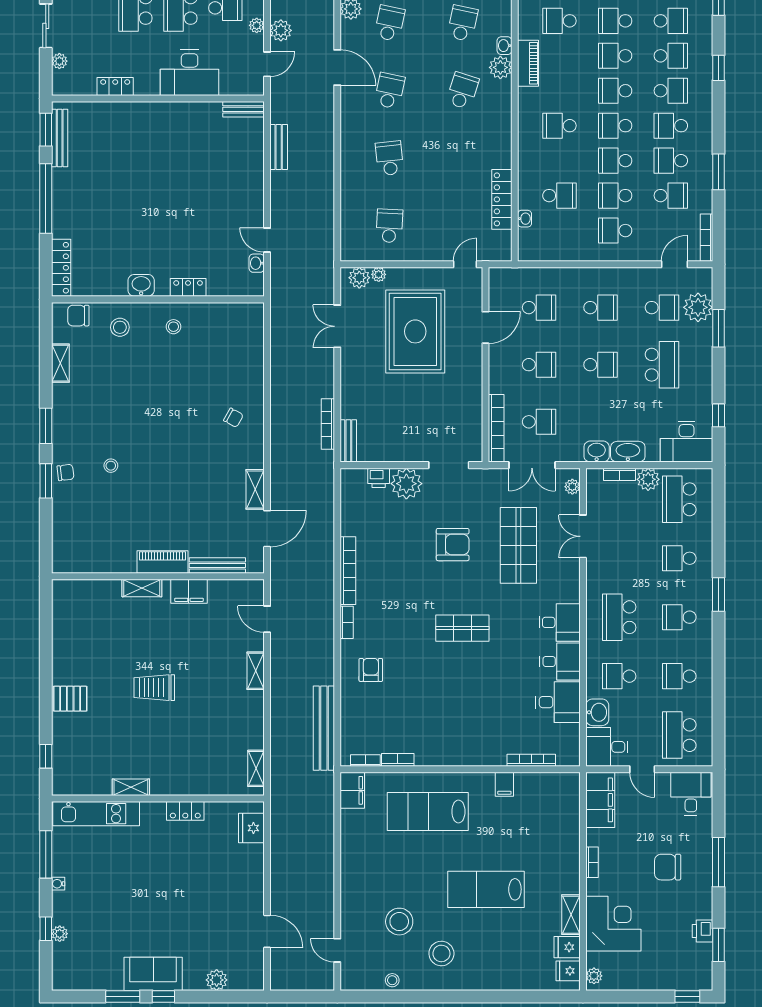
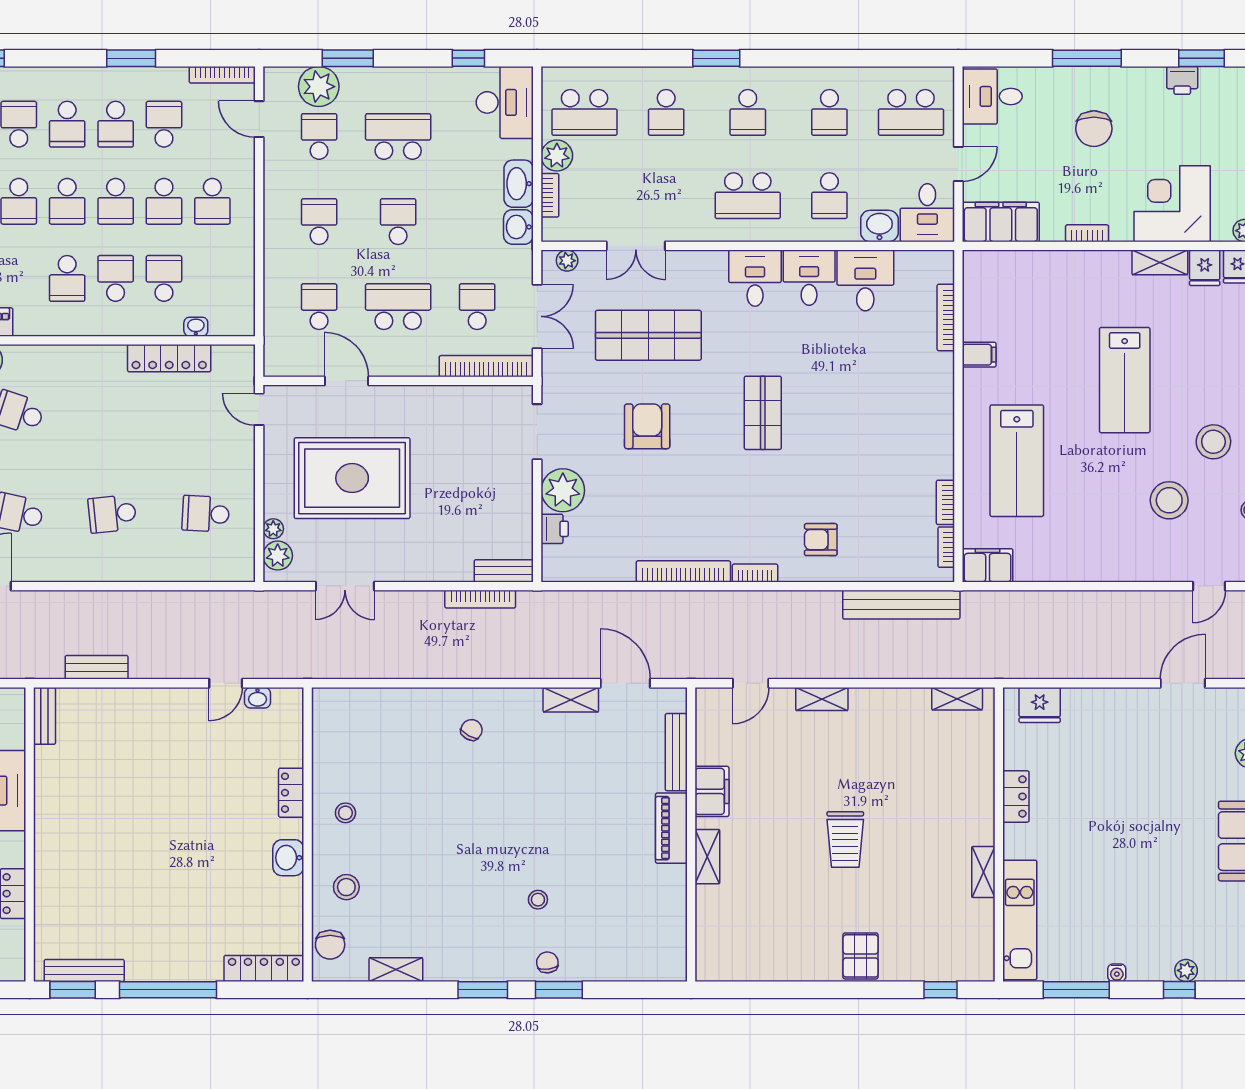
school desk: (559, 161) -> (116, 278), added
school desk: (539, 365) -> (398, 307), width x1.85

